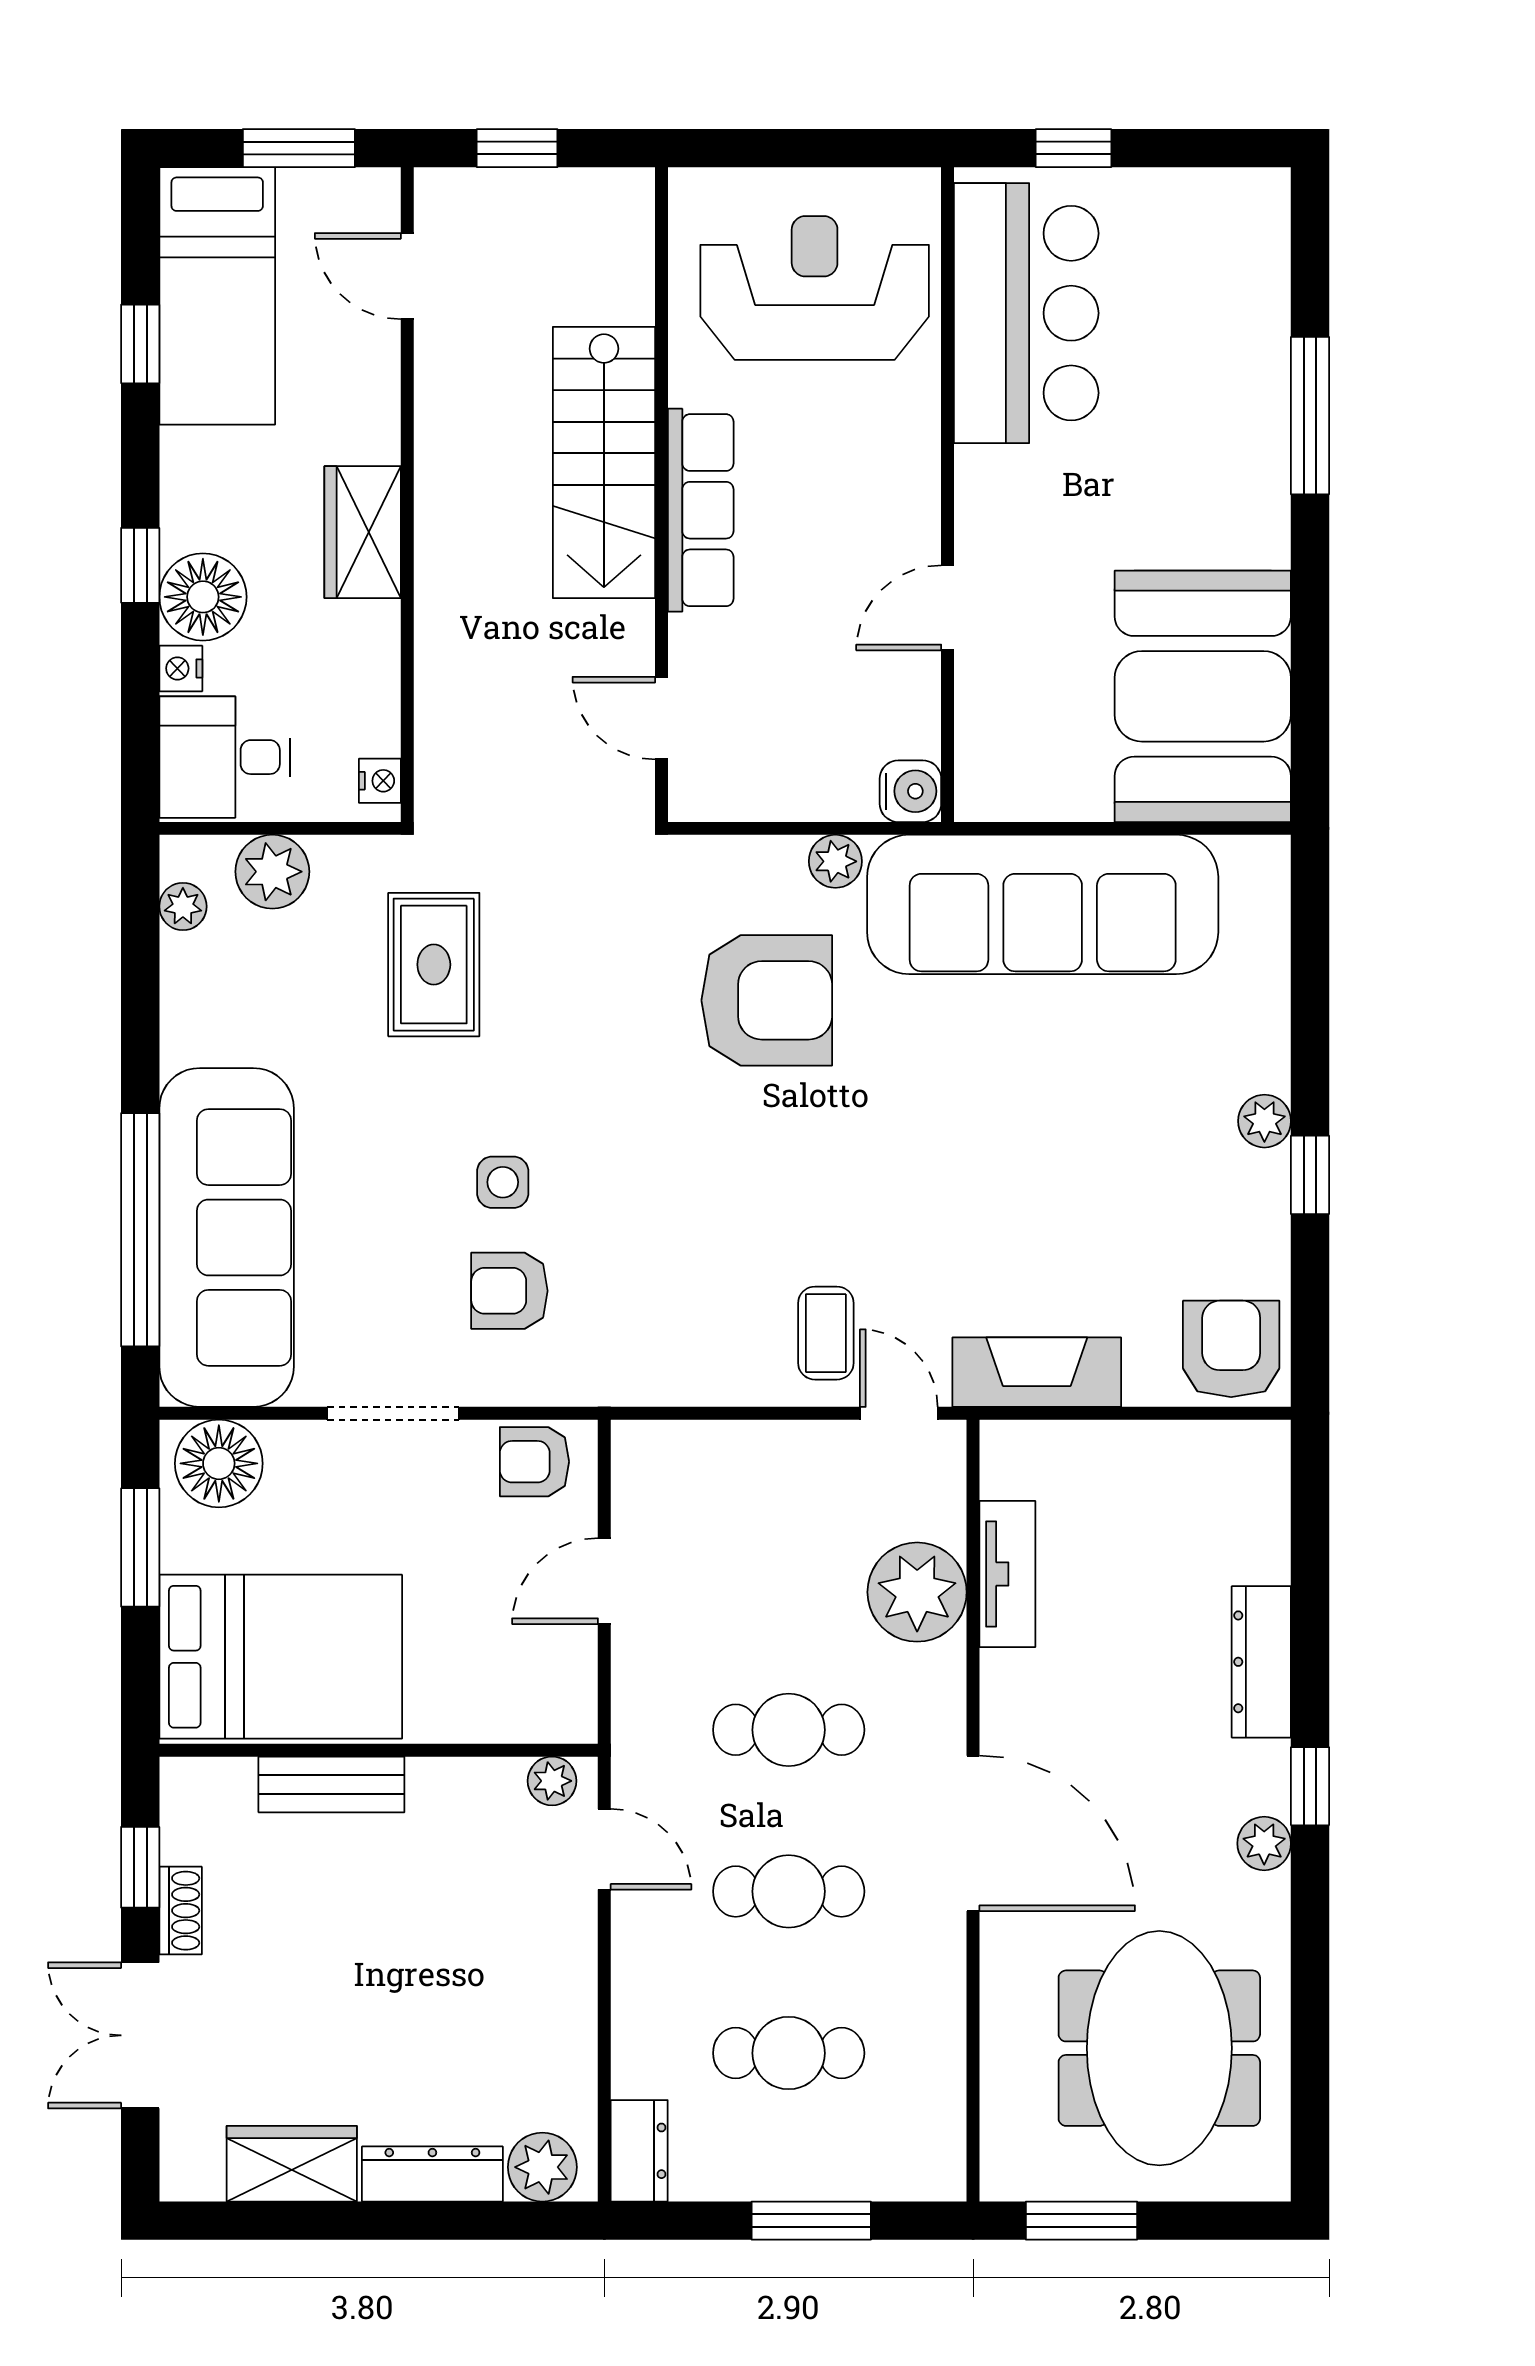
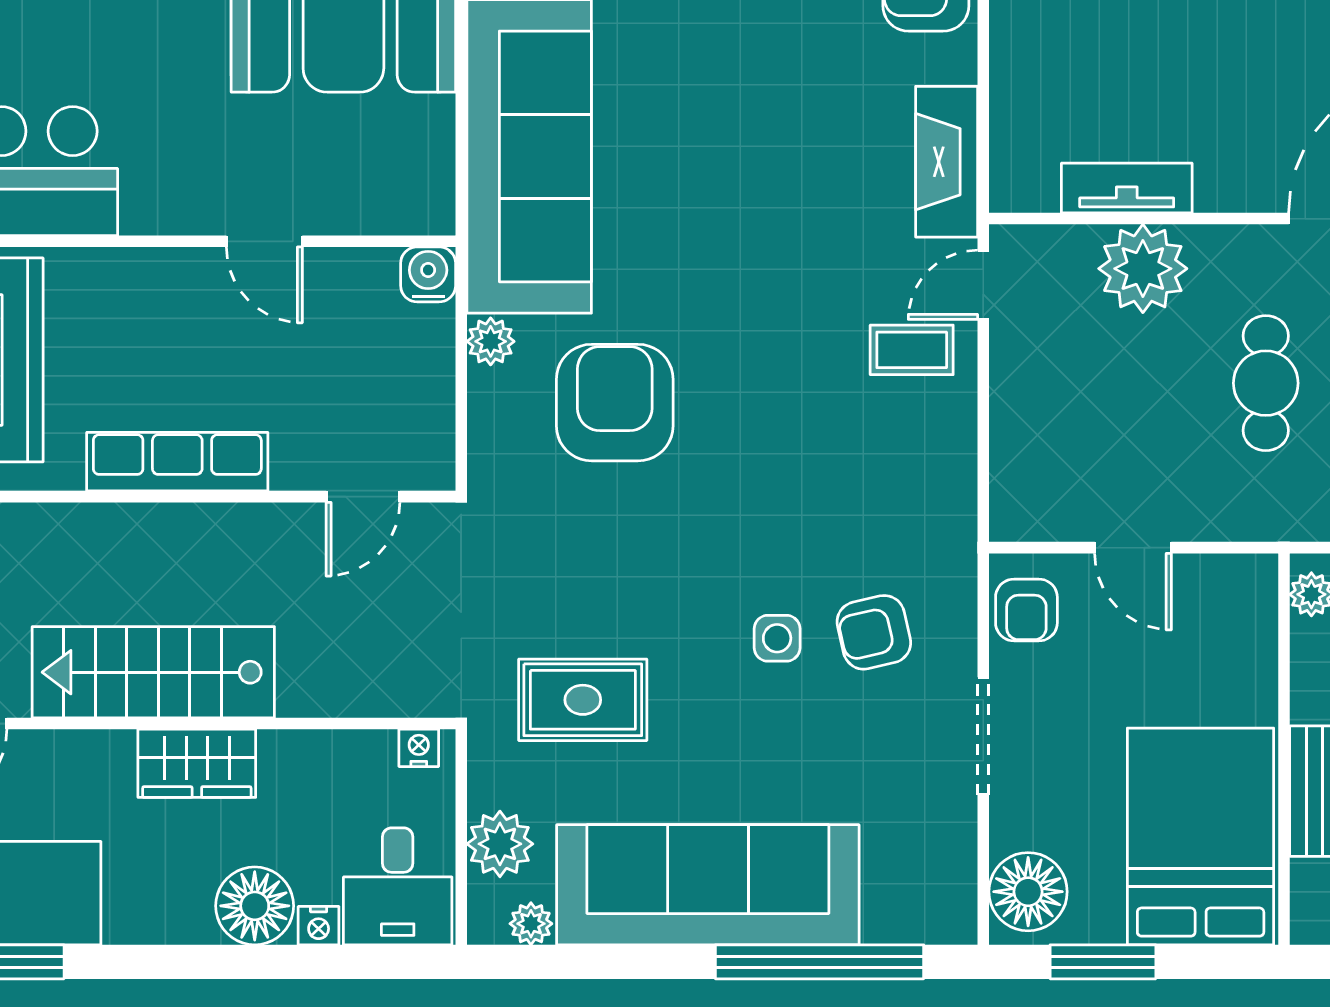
stairs: (604, 463) -> (153, 672), moved, turned 180
window: (140, 565) -> (226, 962), removed
sofa: (227, 1237) -> (708, 885), moved
armchair: (509, 1291) -> (874, 632), turned 77

